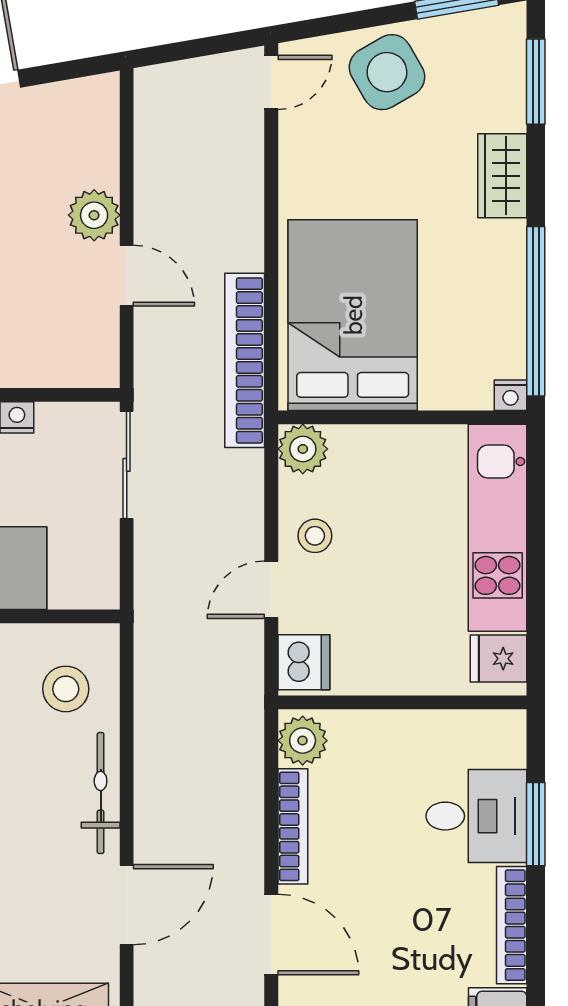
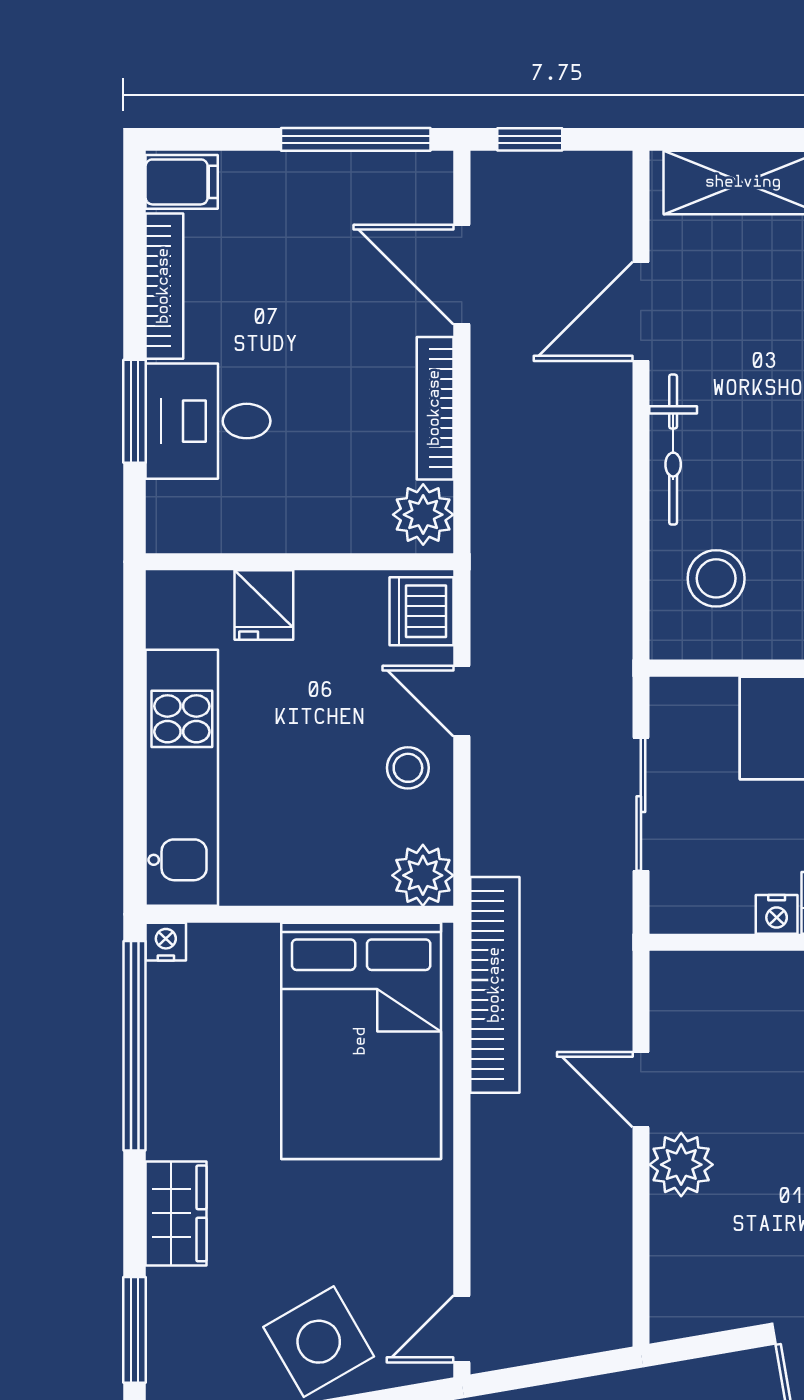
sliding door: (127, 465) -> (641, 804), moved
door: (271, 590) -> (462, 701), swing flipped
fridge: (499, 659) -> (264, 605), moved, turned 90

